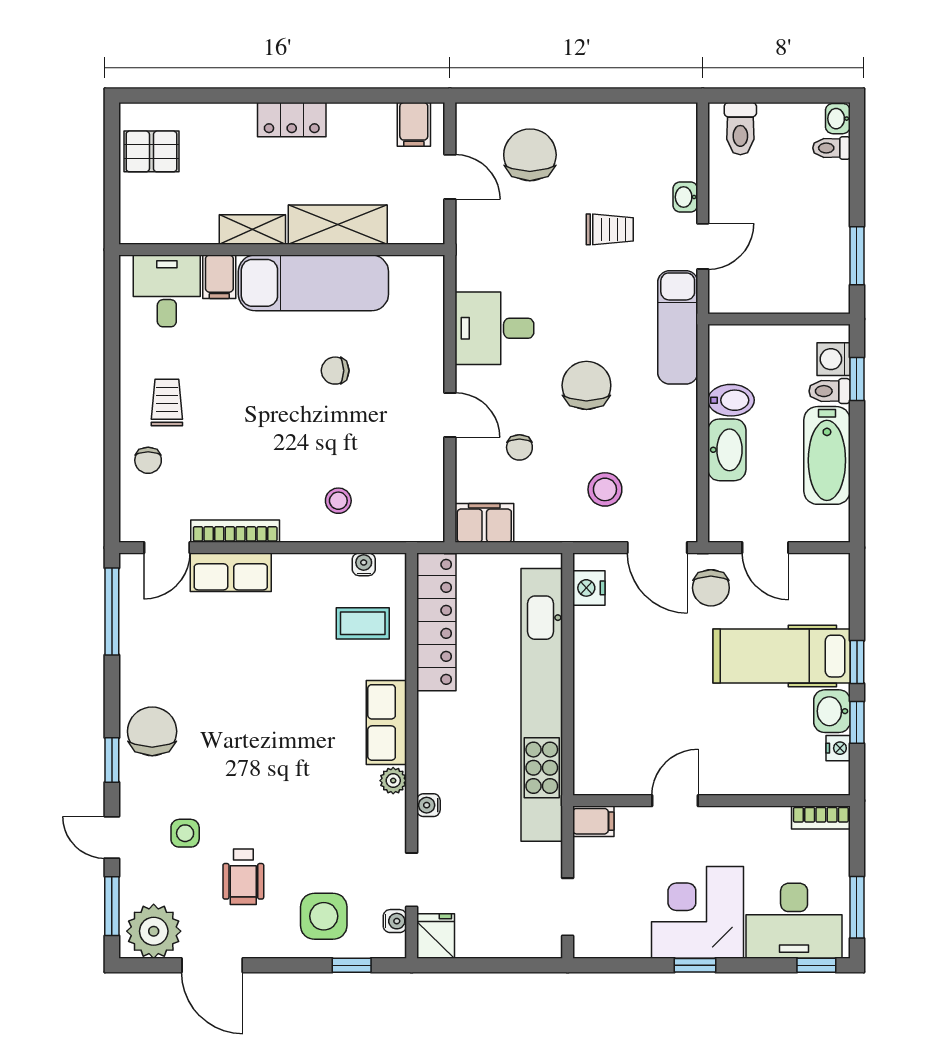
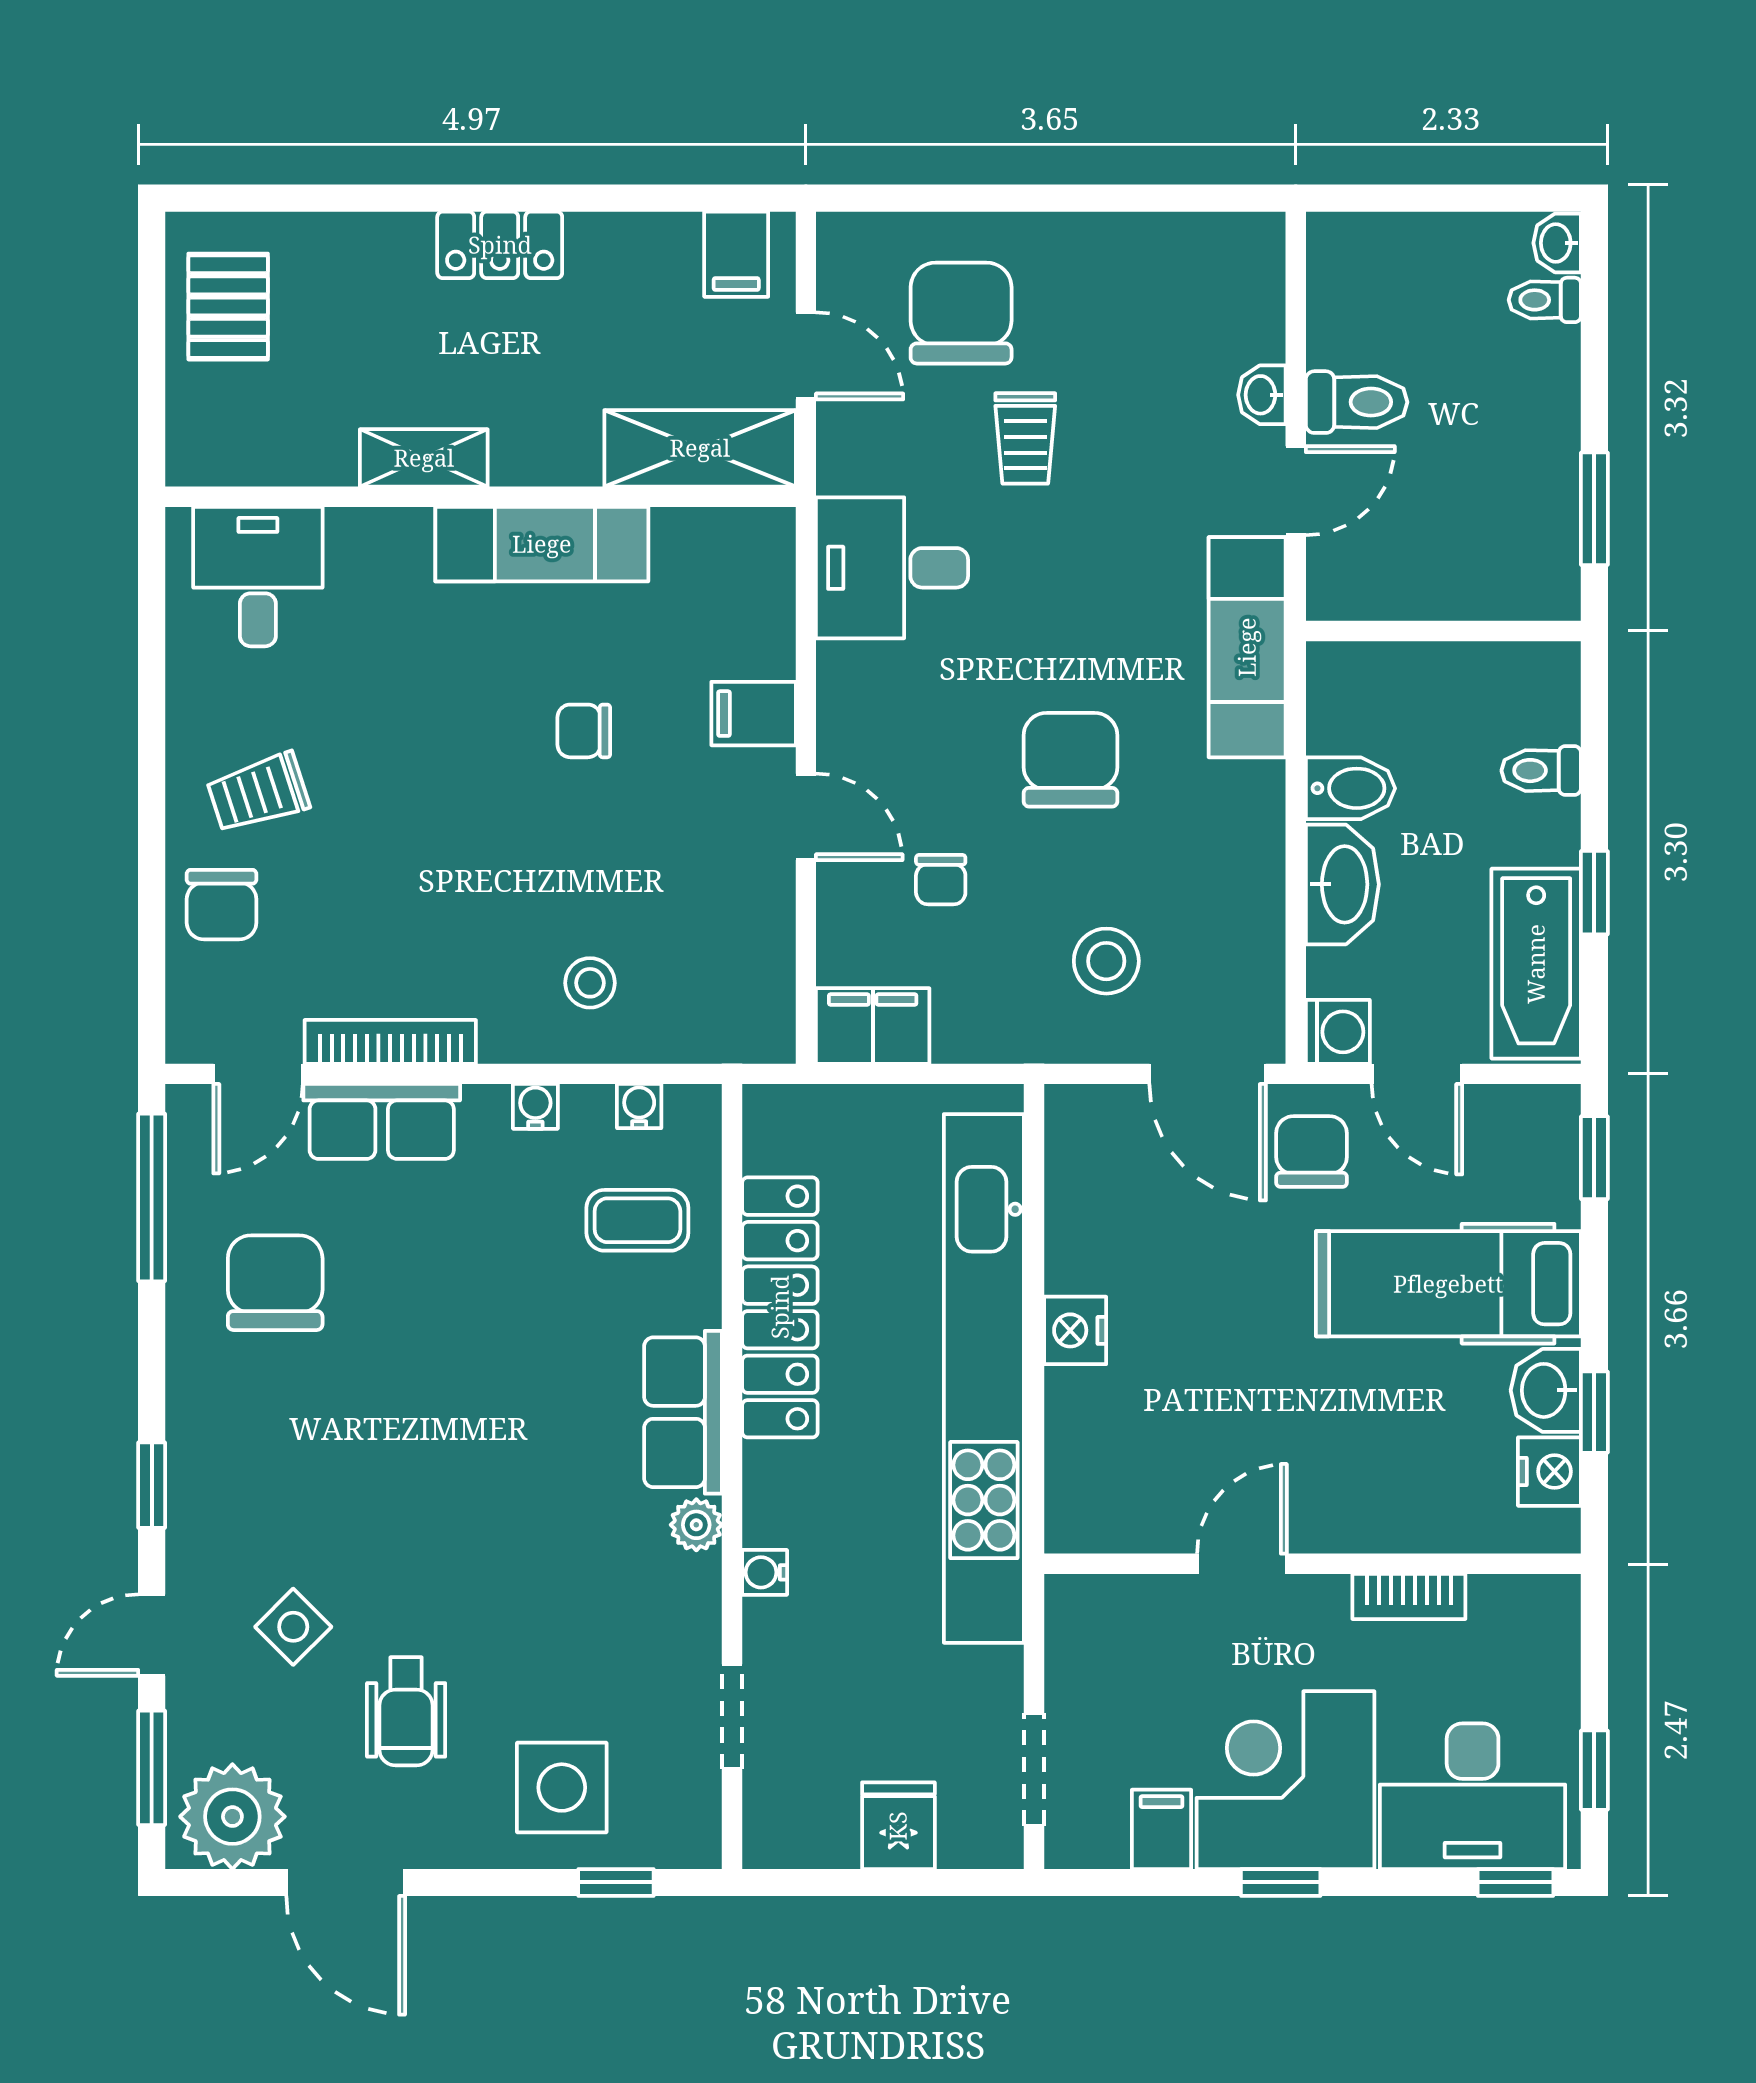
toilet: (740, 129) -> (1357, 402), moved, turned -90
pallet: (151, 151) -> (228, 307), turned 90
shelving: (338, 225) -> (700, 448), moved
trolley: (610, 229) -> (1025, 438), moved, turned 90
filing cabinet: (219, 277) -> (754, 714), moved, turned 90
exam couch: (313, 283) -> (542, 544), width x0.73, depth x0.69
desk: (494, 328) -> (892, 568), moved
washing machine: (834, 359) -> (1338, 1032), moved, turned 180
window: (857, 379) -> (1594, 893), moved
trolley: (167, 403) -> (258, 793), turned -108
bathtub: (827, 455) -> (1536, 964), moved
chair: (148, 460) -> (222, 905), width x1.37, depth x1.37
nightstand: (589, 588) -> (1075, 1330), moved
chair: (711, 588) -> (1312, 1151), turned 180
locker: (436, 622) -> (780, 1307), moved
window: (857, 662) -> (1594, 1158), moved
chair: (152, 731) -> (275, 1283), moved
nightstand: (838, 748) -> (1549, 1472), width x1.39, depth x1.35
bookcase: (821, 818) -> (1409, 1596), moved
filing cabinet: (593, 821) -> (1161, 1829), moved, turned -90
side table: (185, 833) -> (293, 1627), turned 45
door: (112, 838) -> (152, 1635), hinge flipped
window: (857, 907) -> (1594, 1770), width x0.67
water cooler: (395, 921) -> (535, 1106), moved, turned -90
fridge: (436, 936) -> (898, 1826), moved

